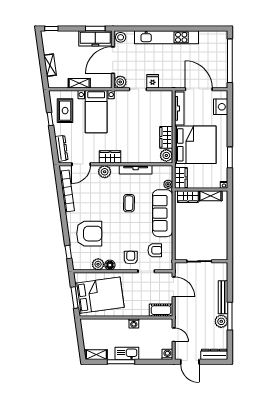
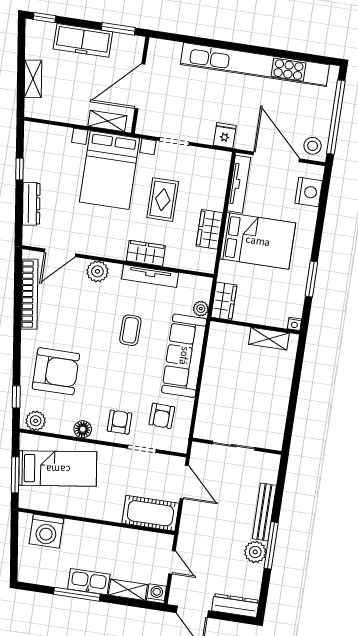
stool: (121, 37) -> (313, 146), moved
kitchen unit: (167, 37) -> (255, 65), width x1.36
freezer: (95, 38) -> (83, 40), moved
fridge: (153, 81) -> (225, 135), moved
plant: (120, 82) -> (147, 125), removed
shelving: (79, 83) -> (107, 121), moved
rug: (65, 111) -> (163, 200), moved
bed with nightstands: (96, 112) -> (110, 170), width x1.36
bed: (195, 145) -> (258, 241), width x0.73
dresser: (61, 148) -> (31, 204), moved
plant: (166, 155) -> (205, 260), removed
wardrobe: (110, 157) -> (146, 253), moved
wardrobe: (188, 197) -> (231, 334), removed
armchair: (155, 250) -> (162, 416), turned 92
plant: (98, 264) -> (36, 421), moved
bed: (99, 295) -> (58, 469), width x0.67
cot: (161, 310) -> (150, 513), width x1.37, depth x1.34
washing machine: (134, 323) -> (46, 531), moved, width x1.89, depth x1.89
shelving: (96, 355) -> (128, 590), moved

